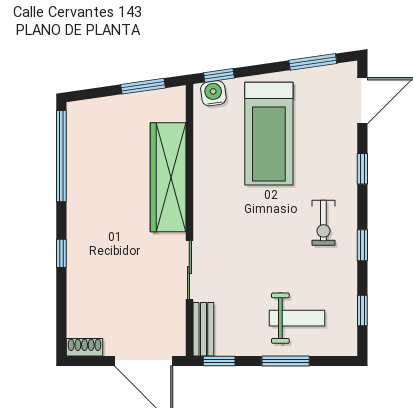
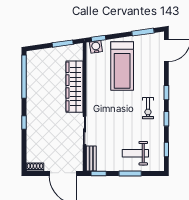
window: (362, 169) -> (166, 93), moved
weight bench: (297, 318) -> (135, 153), turned 180

